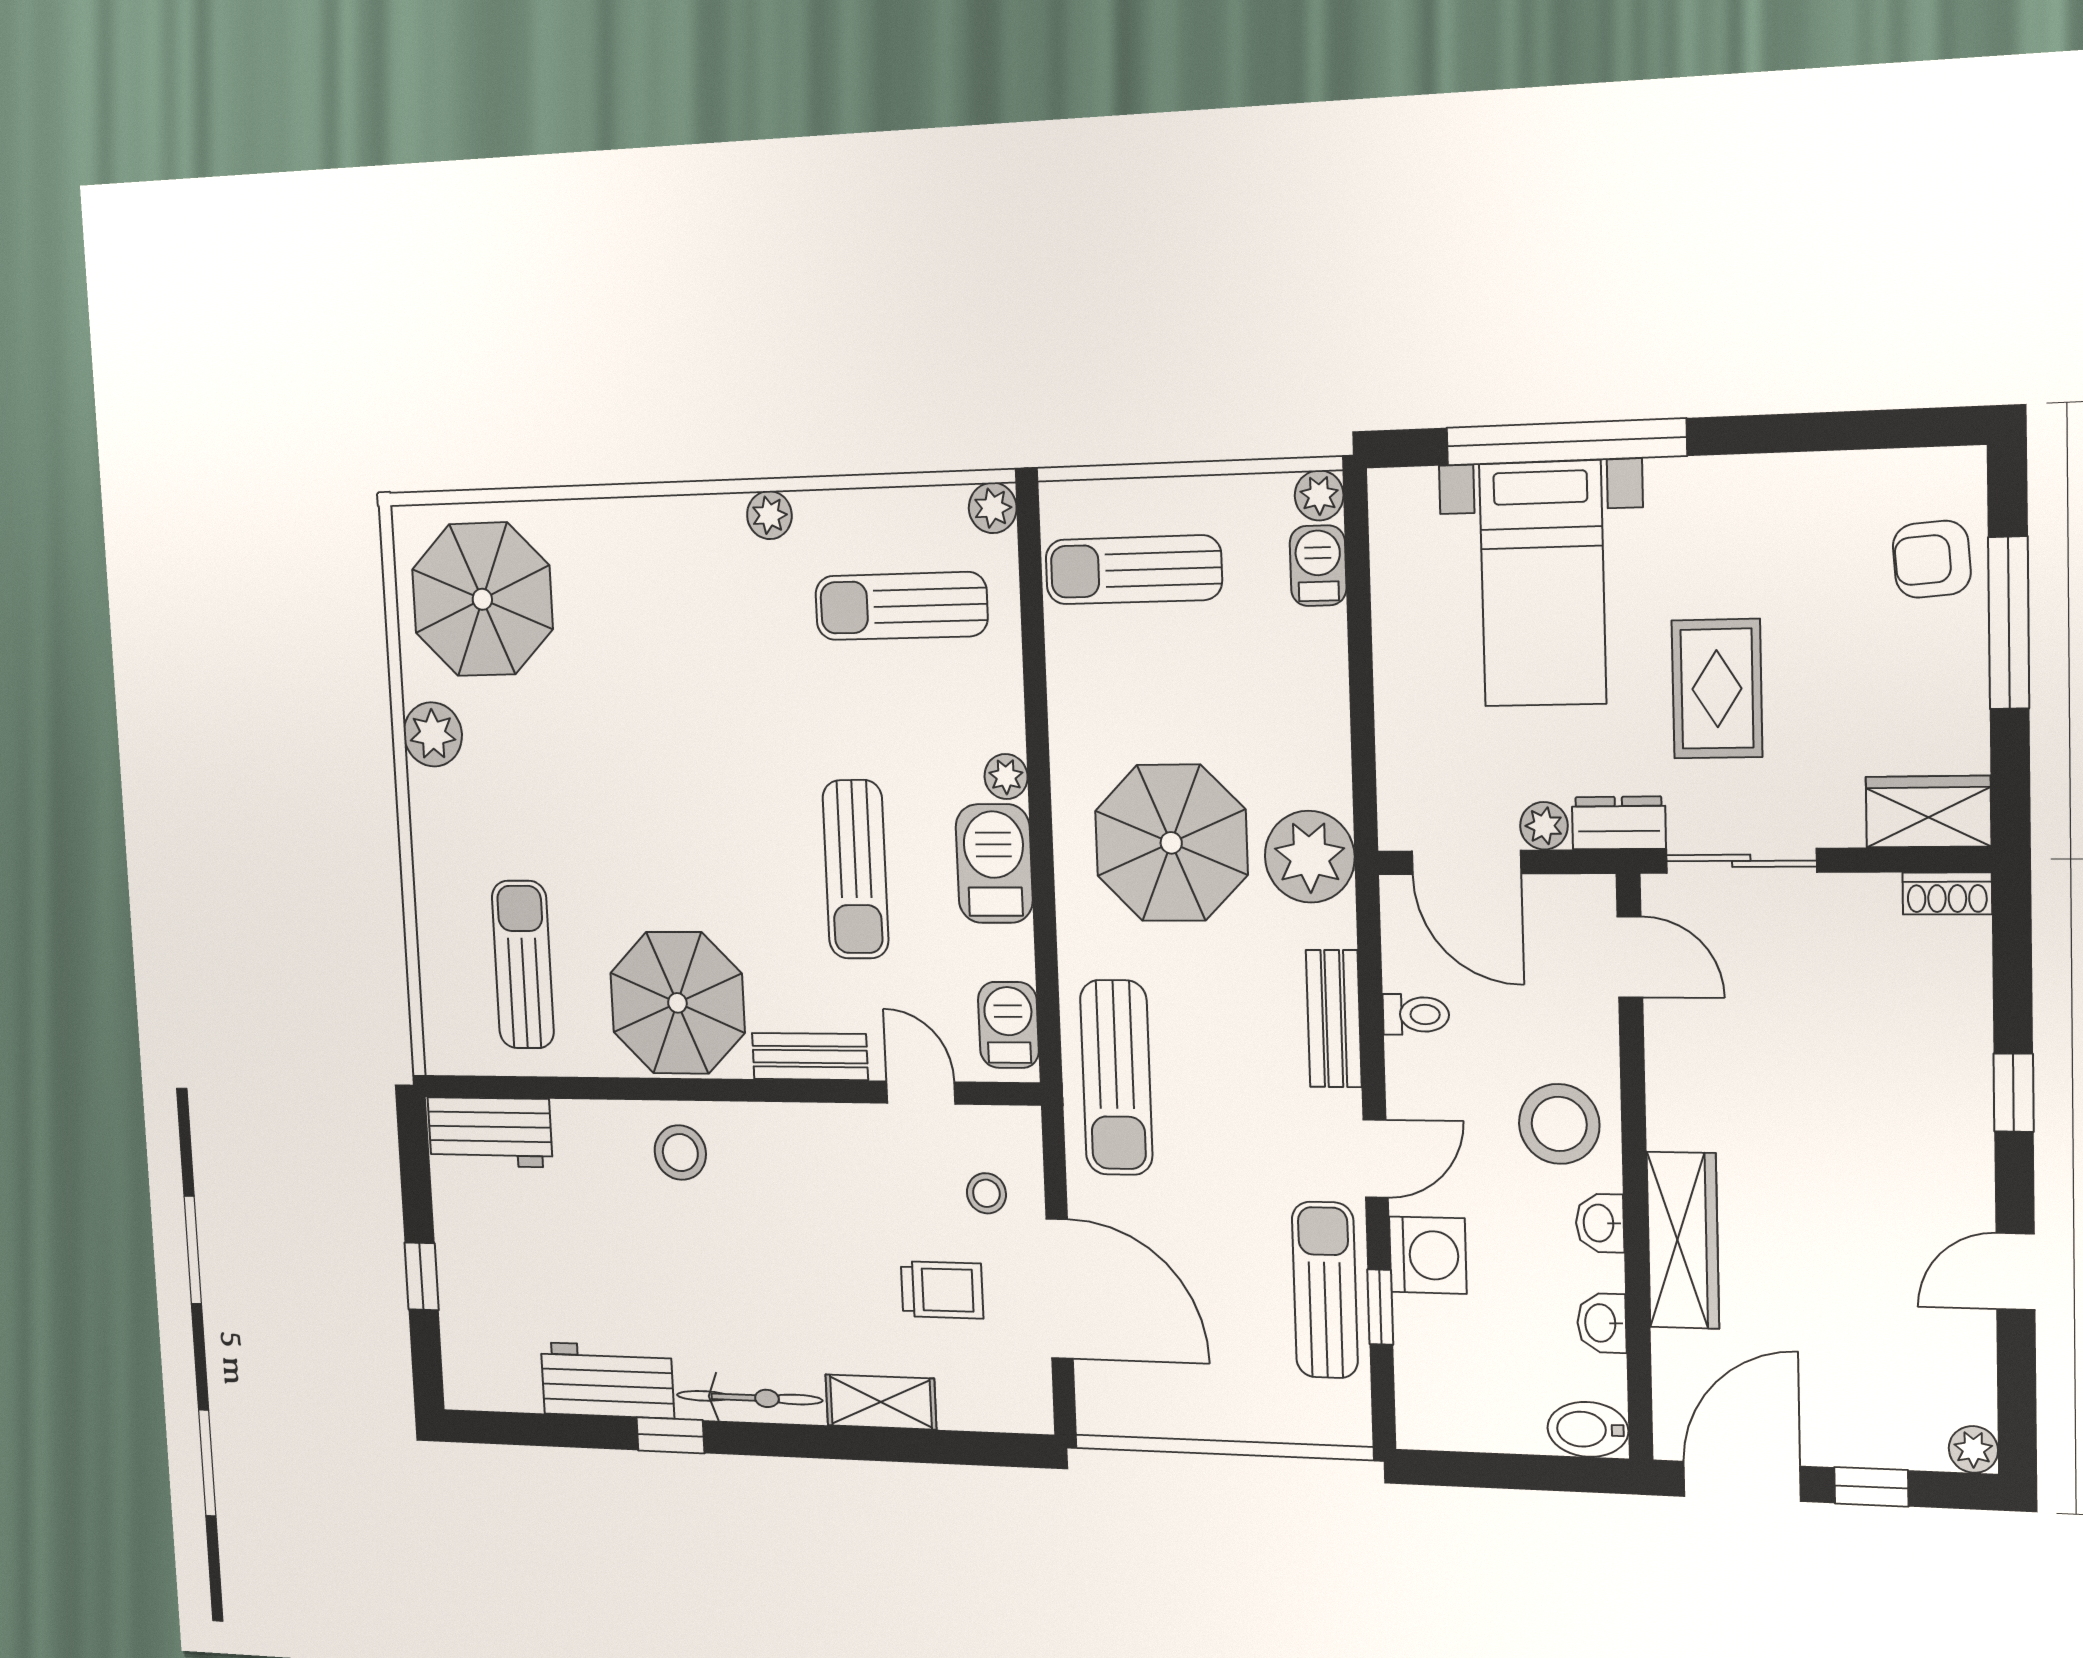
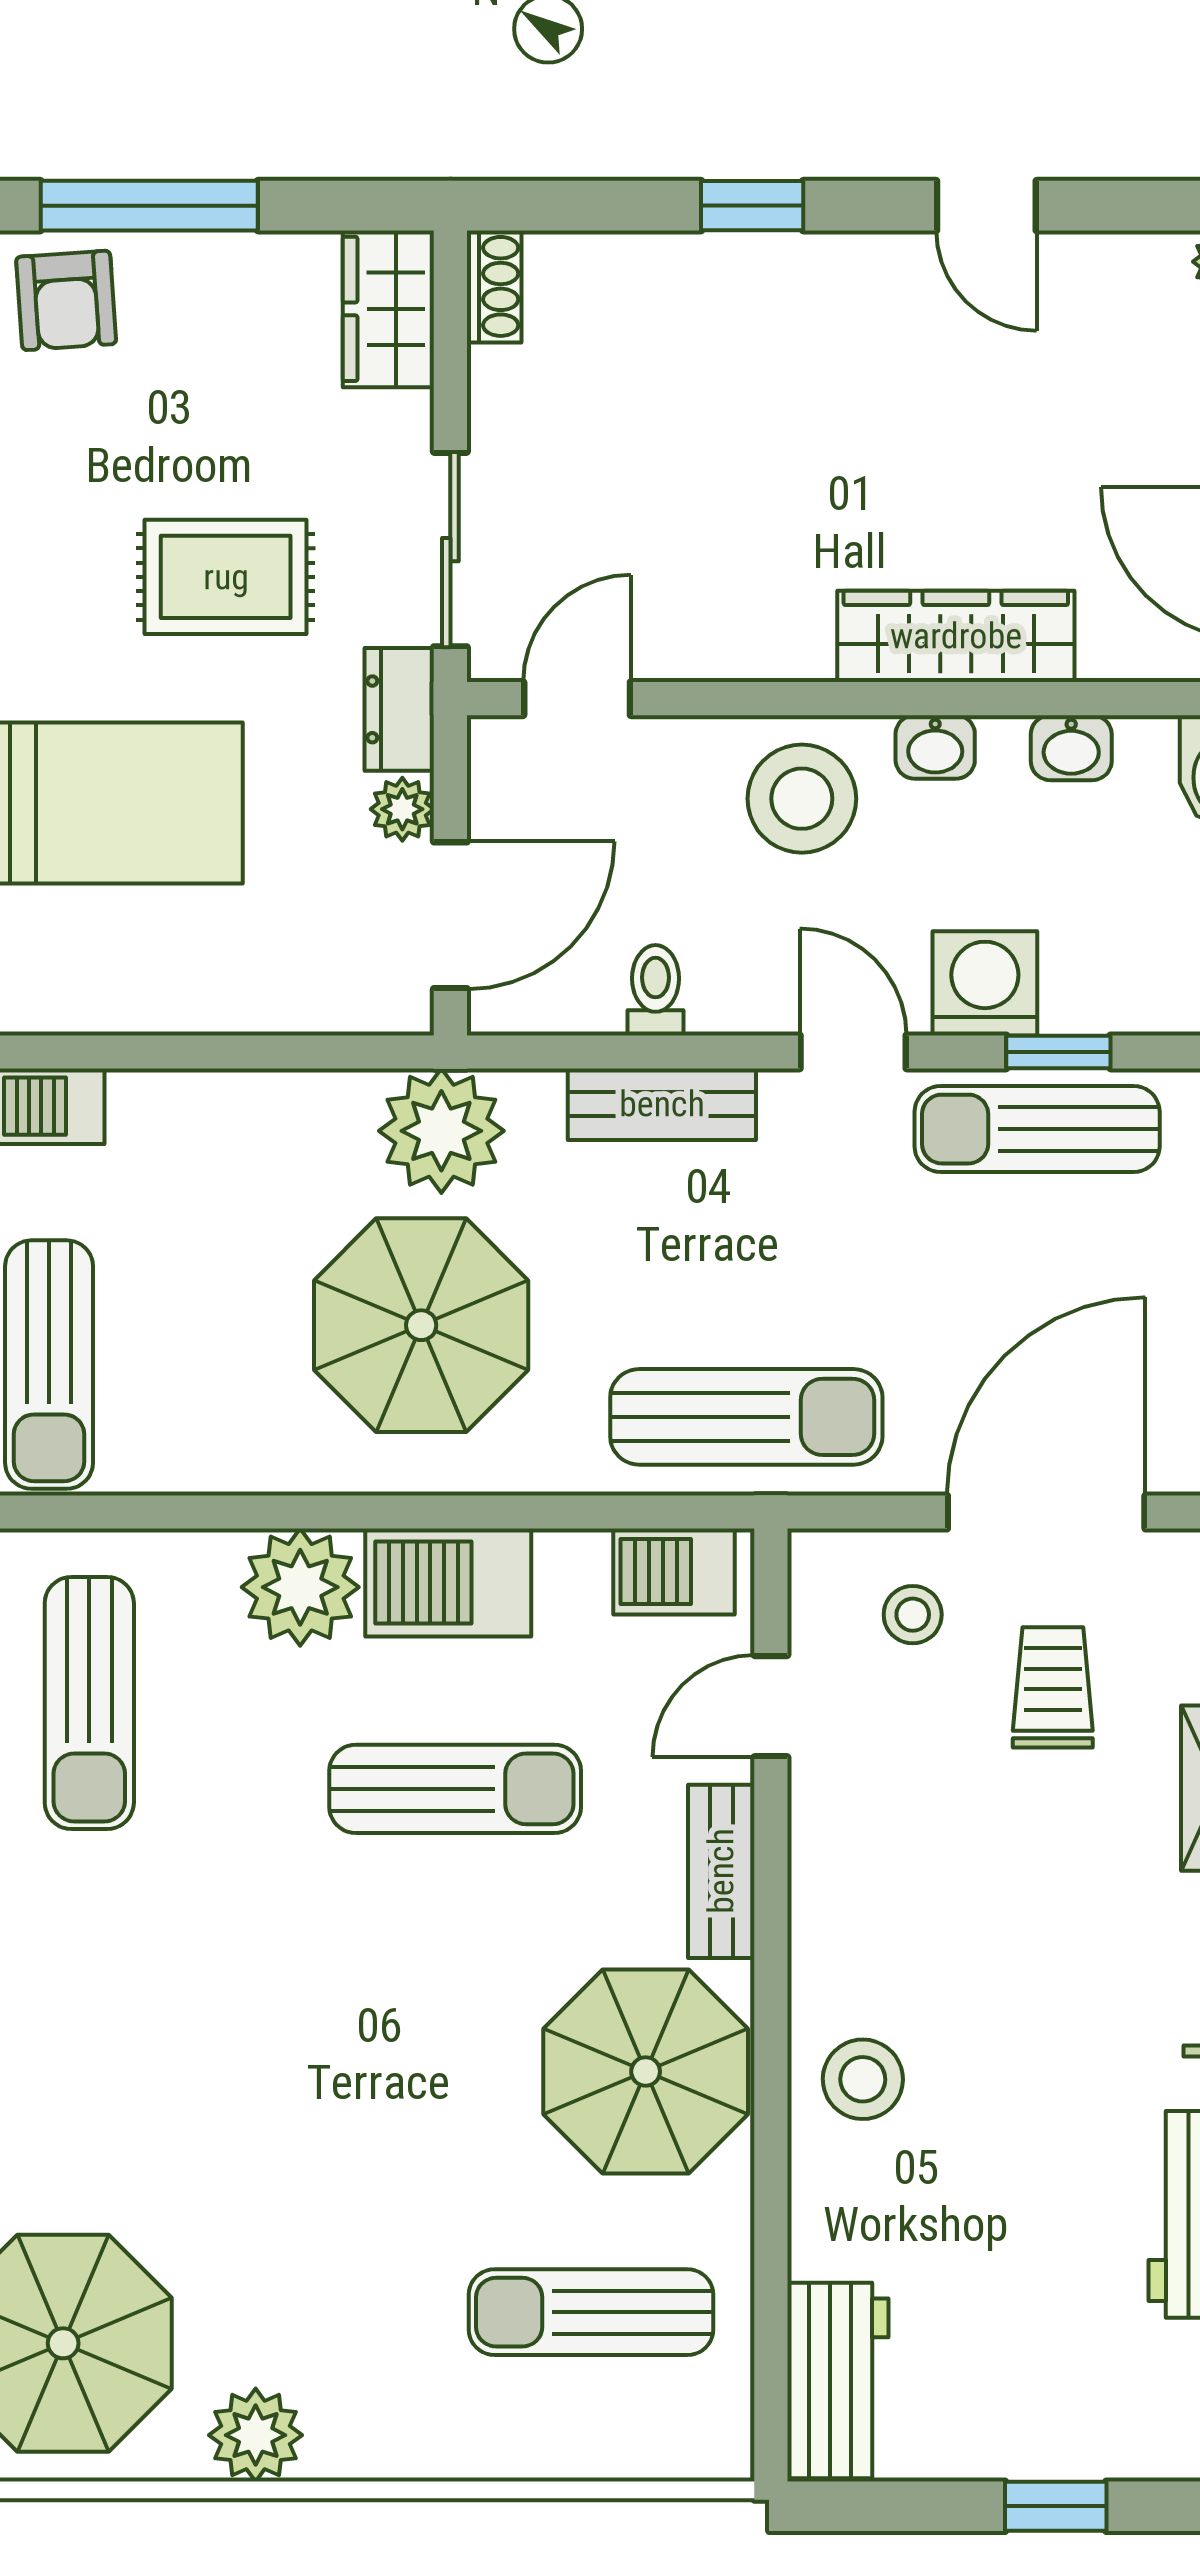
plant: (1006, 777) -> (300, 1587), width x1.87, depth x1.87

